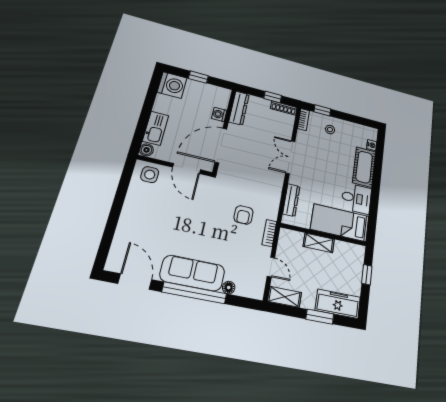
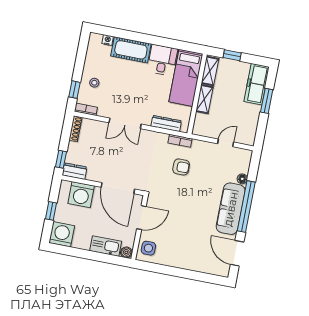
window: (273, 97) -> (61, 159), moved
dresser: (239, 108) -> (75, 171), width x0.70
washing machine: (219, 114) -> (81, 195), width x1.89, depth x1.89
bookcase: (269, 233) -> (180, 141), moved
door: (135, 282) -> (237, 253), hinge flipped
shelving: (284, 297) -> (210, 71), moved

